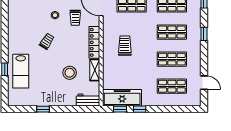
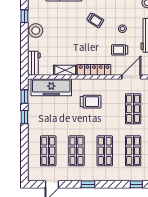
window: (204, 34) -> (88, 184), moved
stool: (70, 73) -> (36, 31), moved
freezer: (122, 98) -> (51, 87), moved, turned 90

